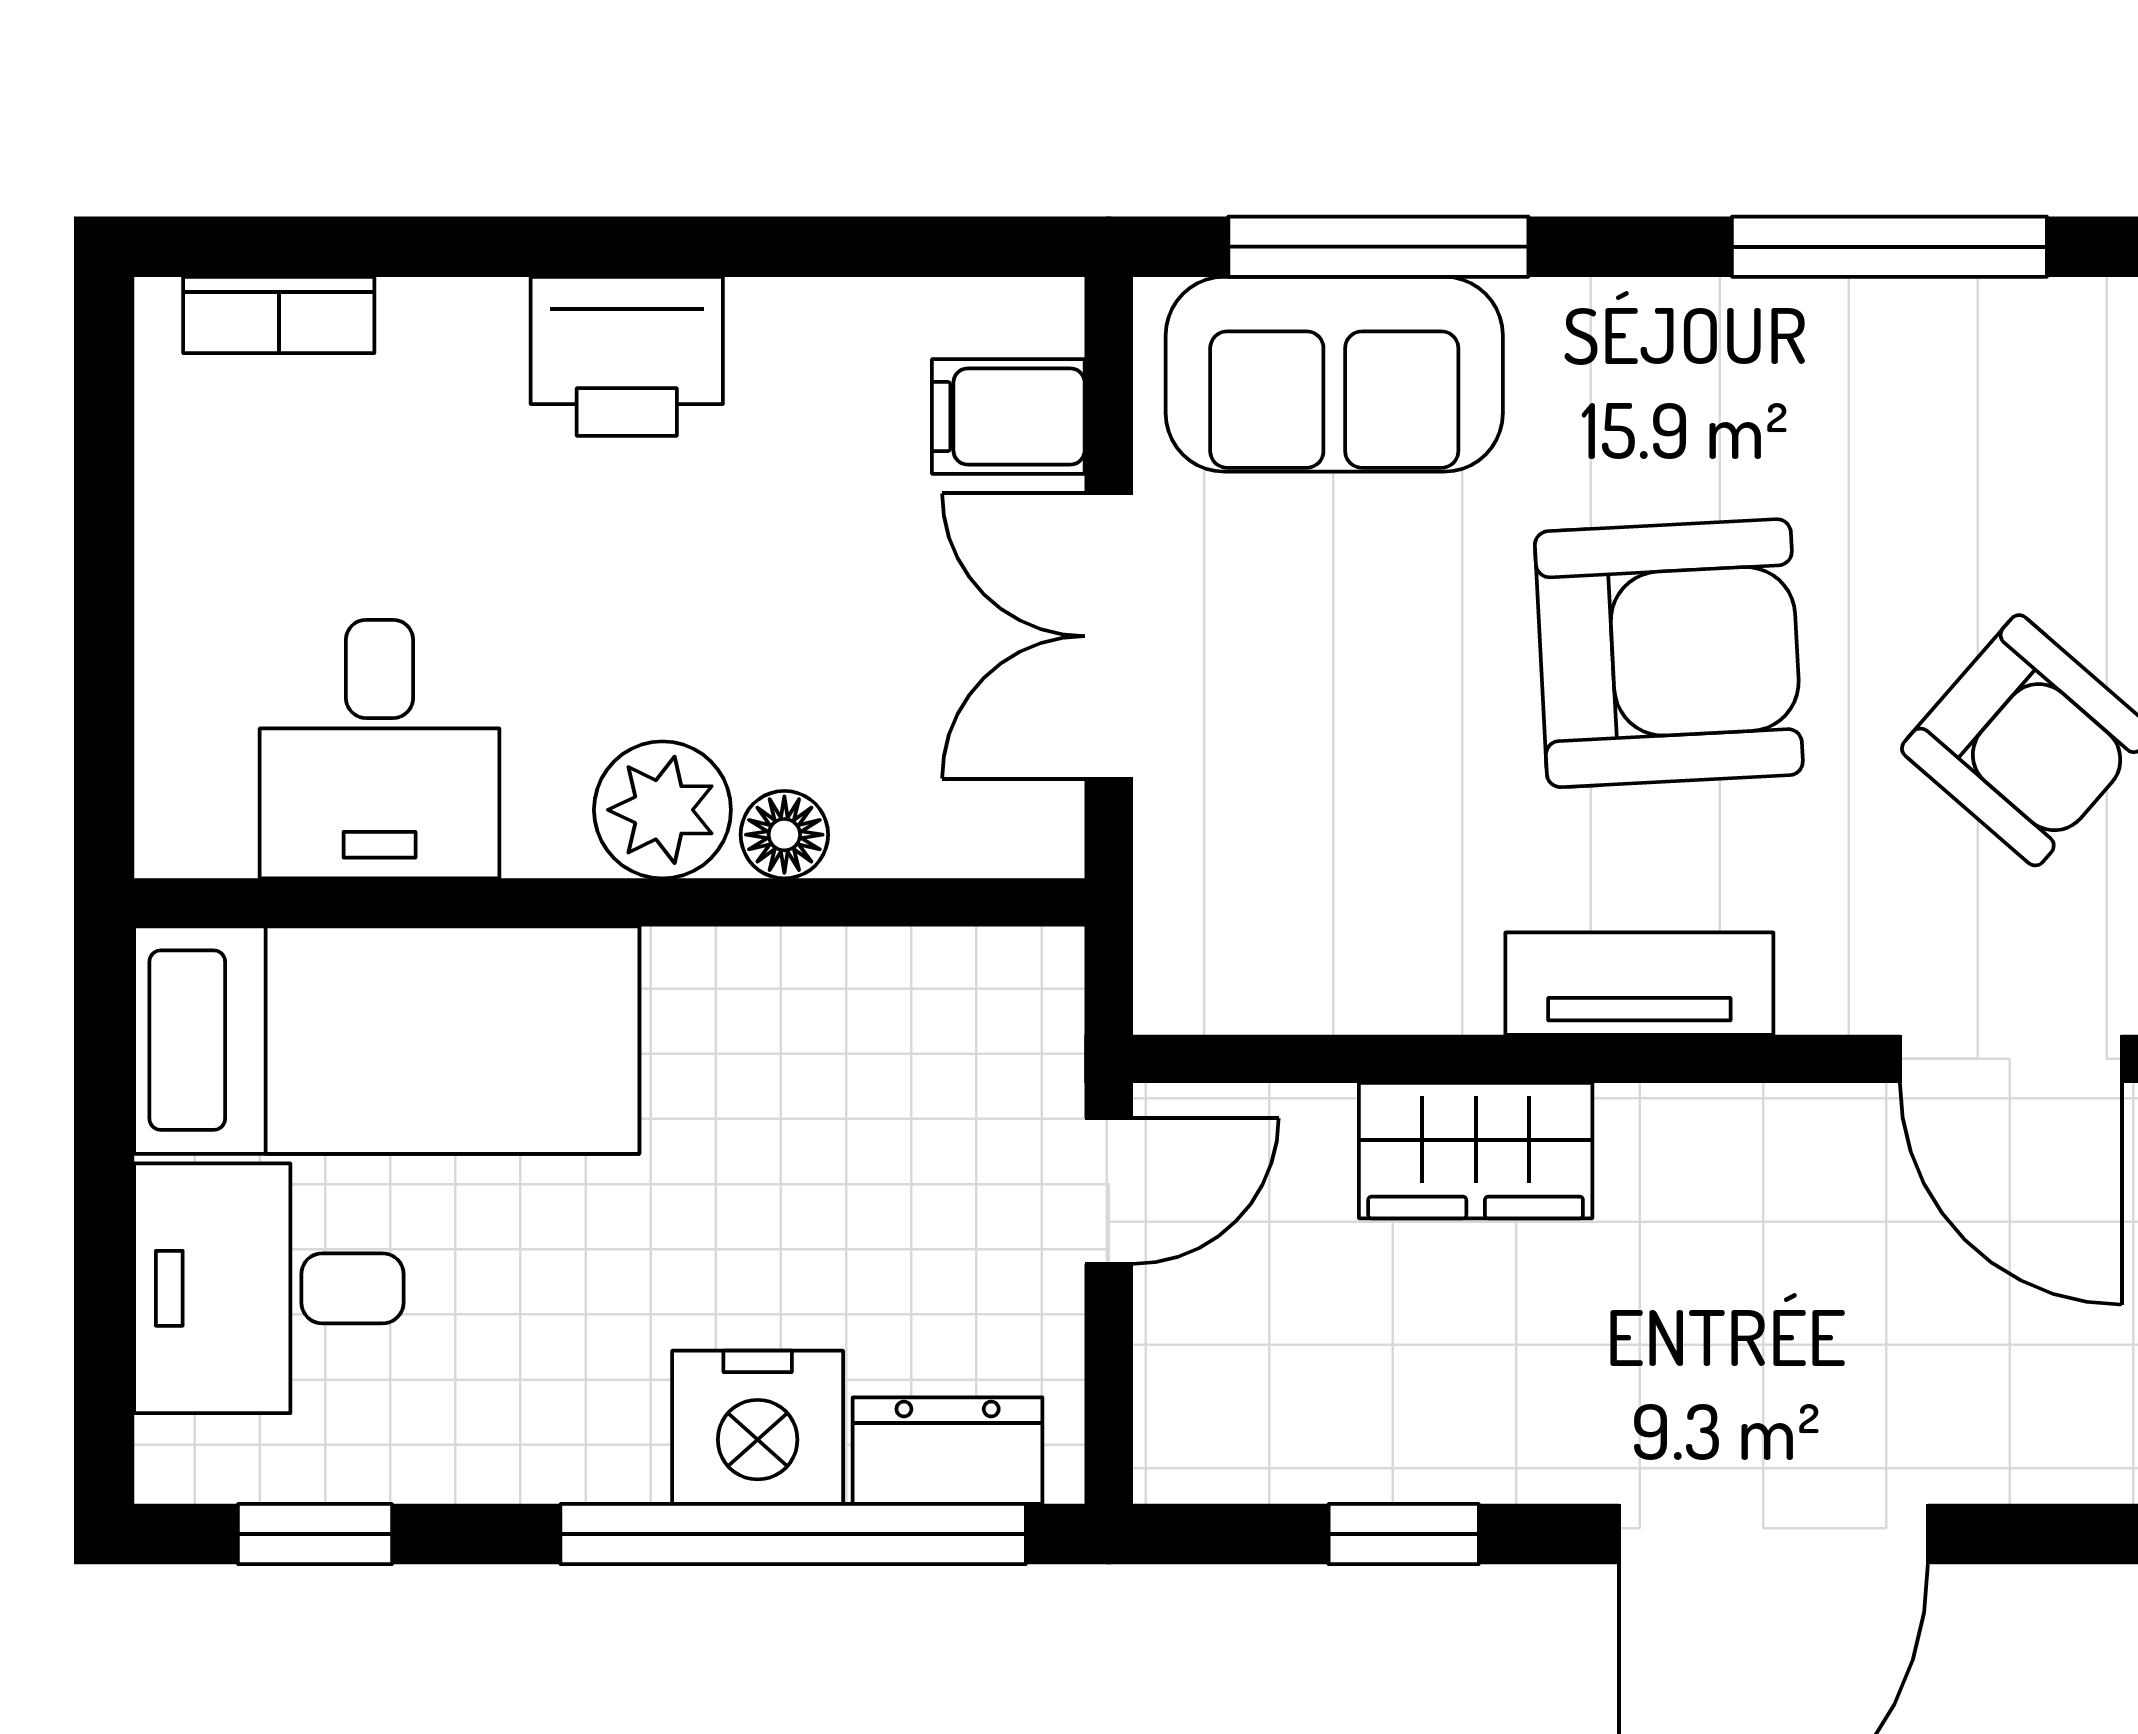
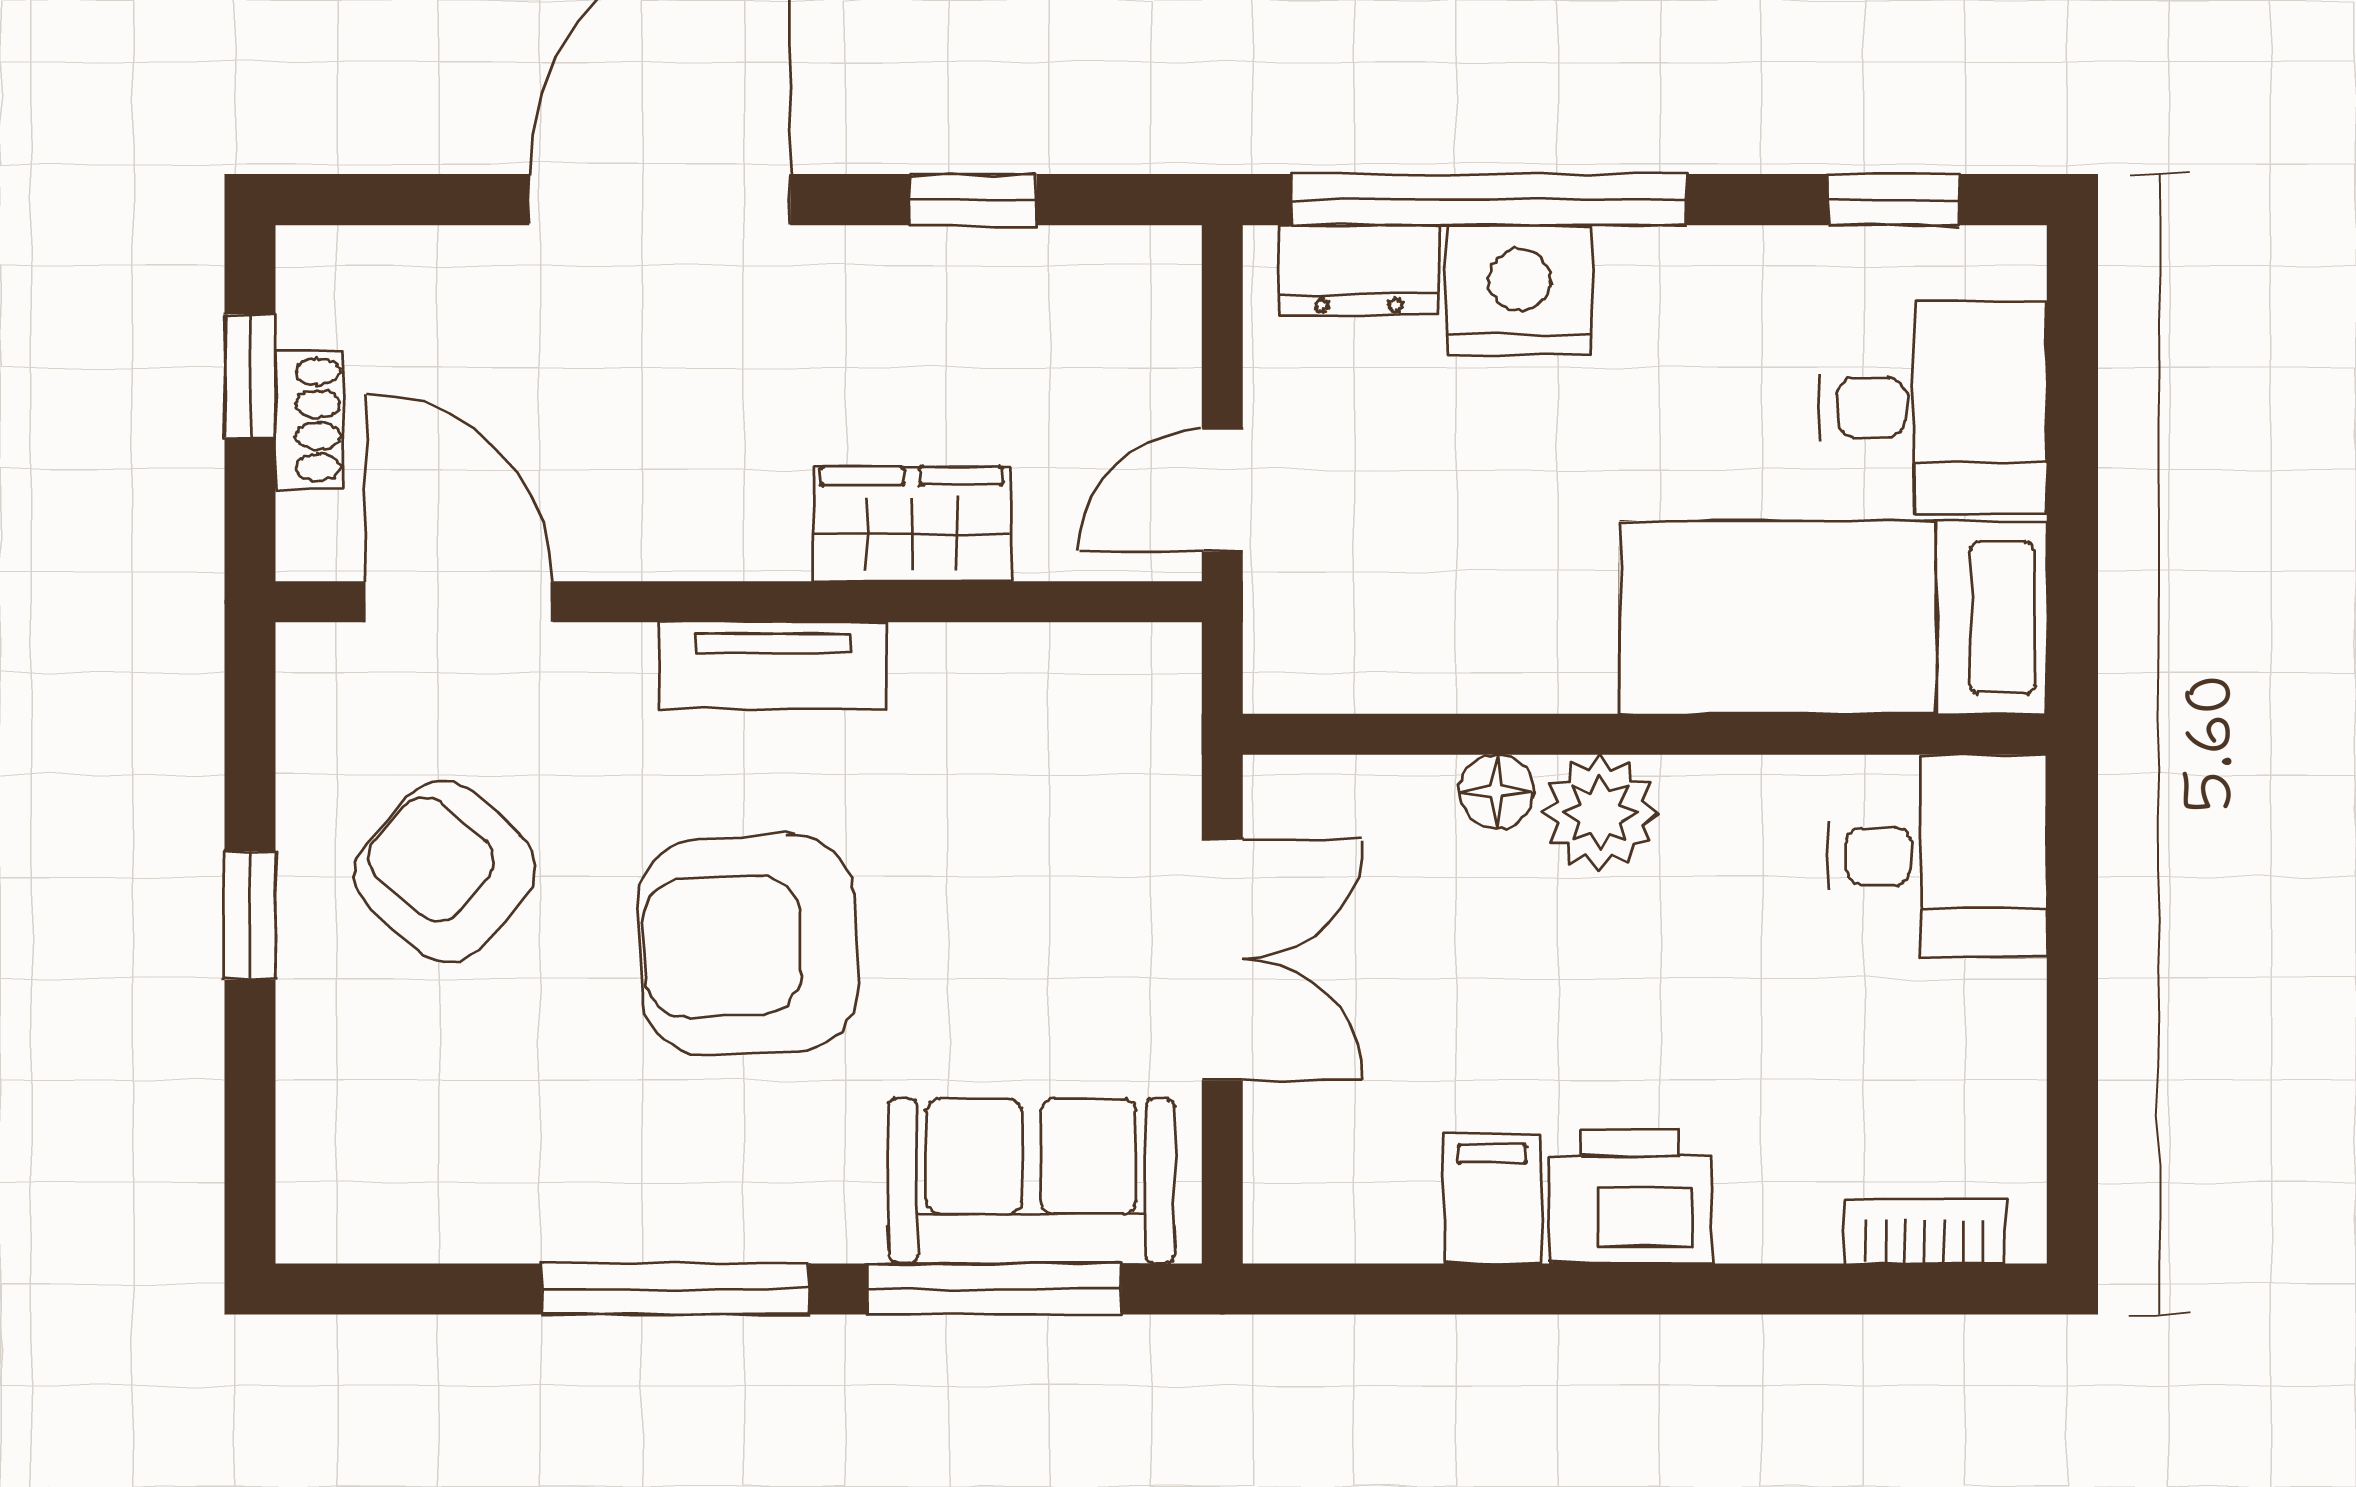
window: (1889, 247) -> (675, 1289), moved
filing cabinet: (1008, 417) -> (1492, 1199), moved, turned -90
desk: (380, 749) -> (1937, 856), moved, turned 90

